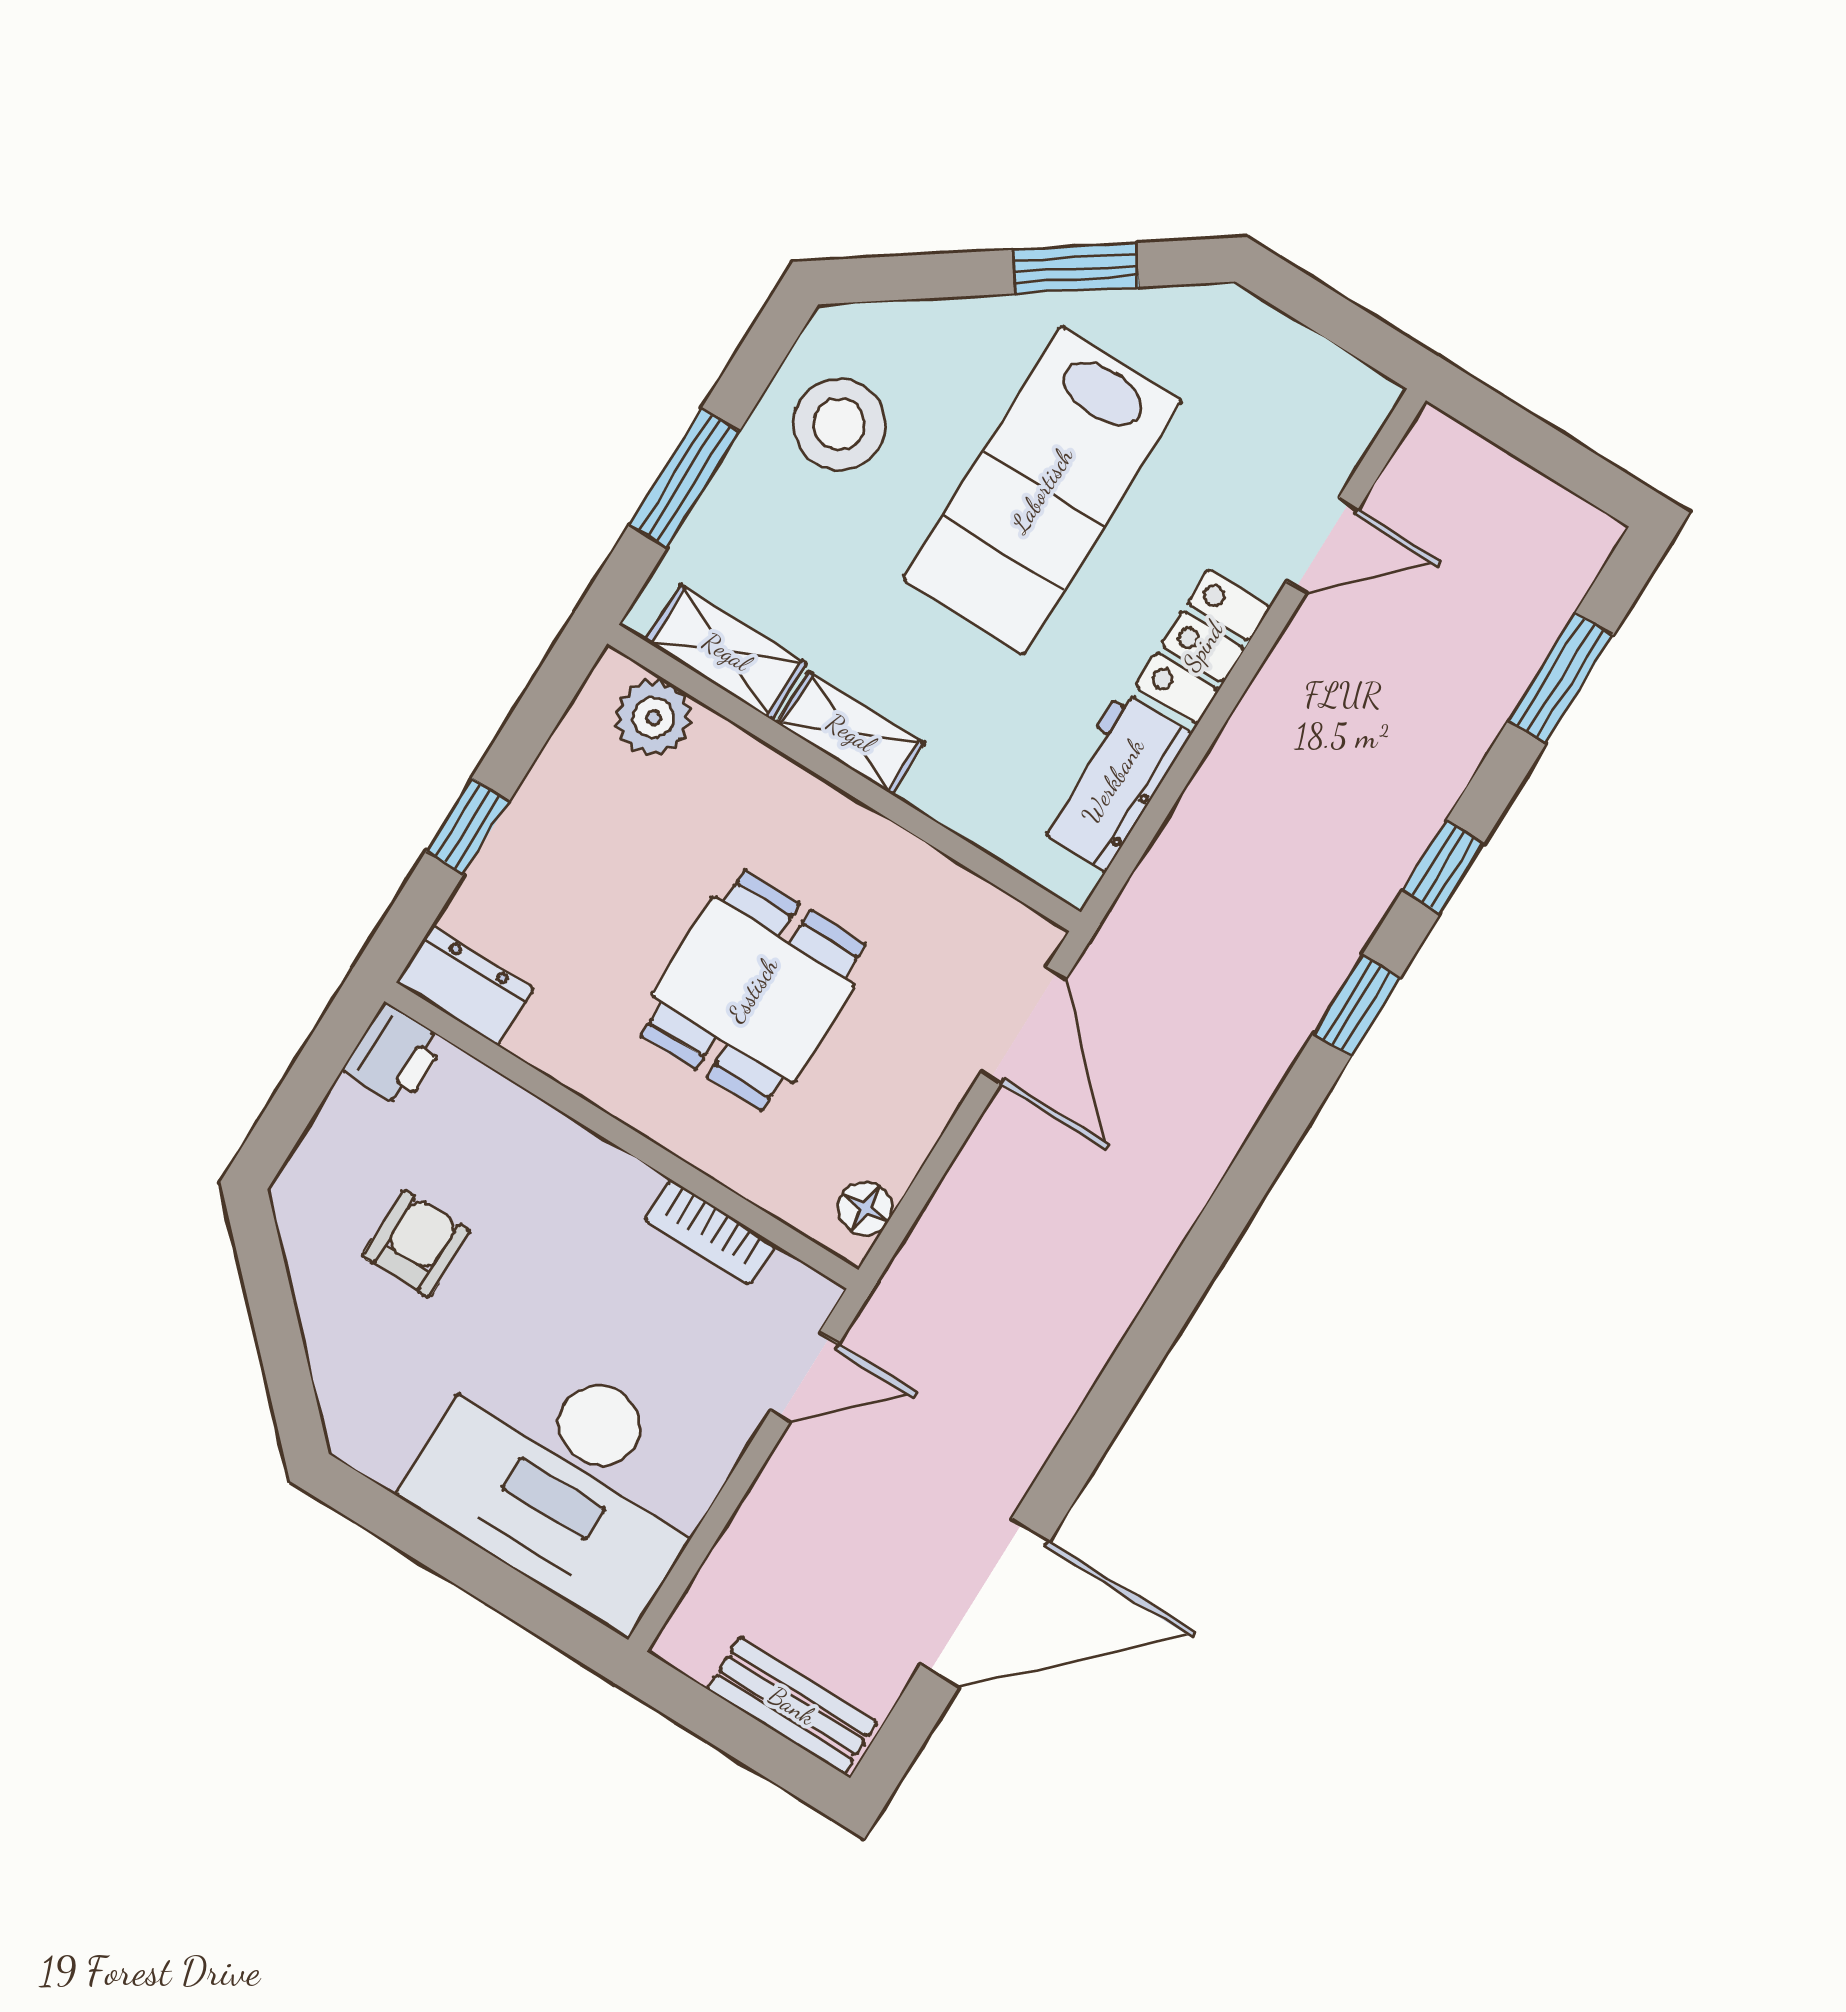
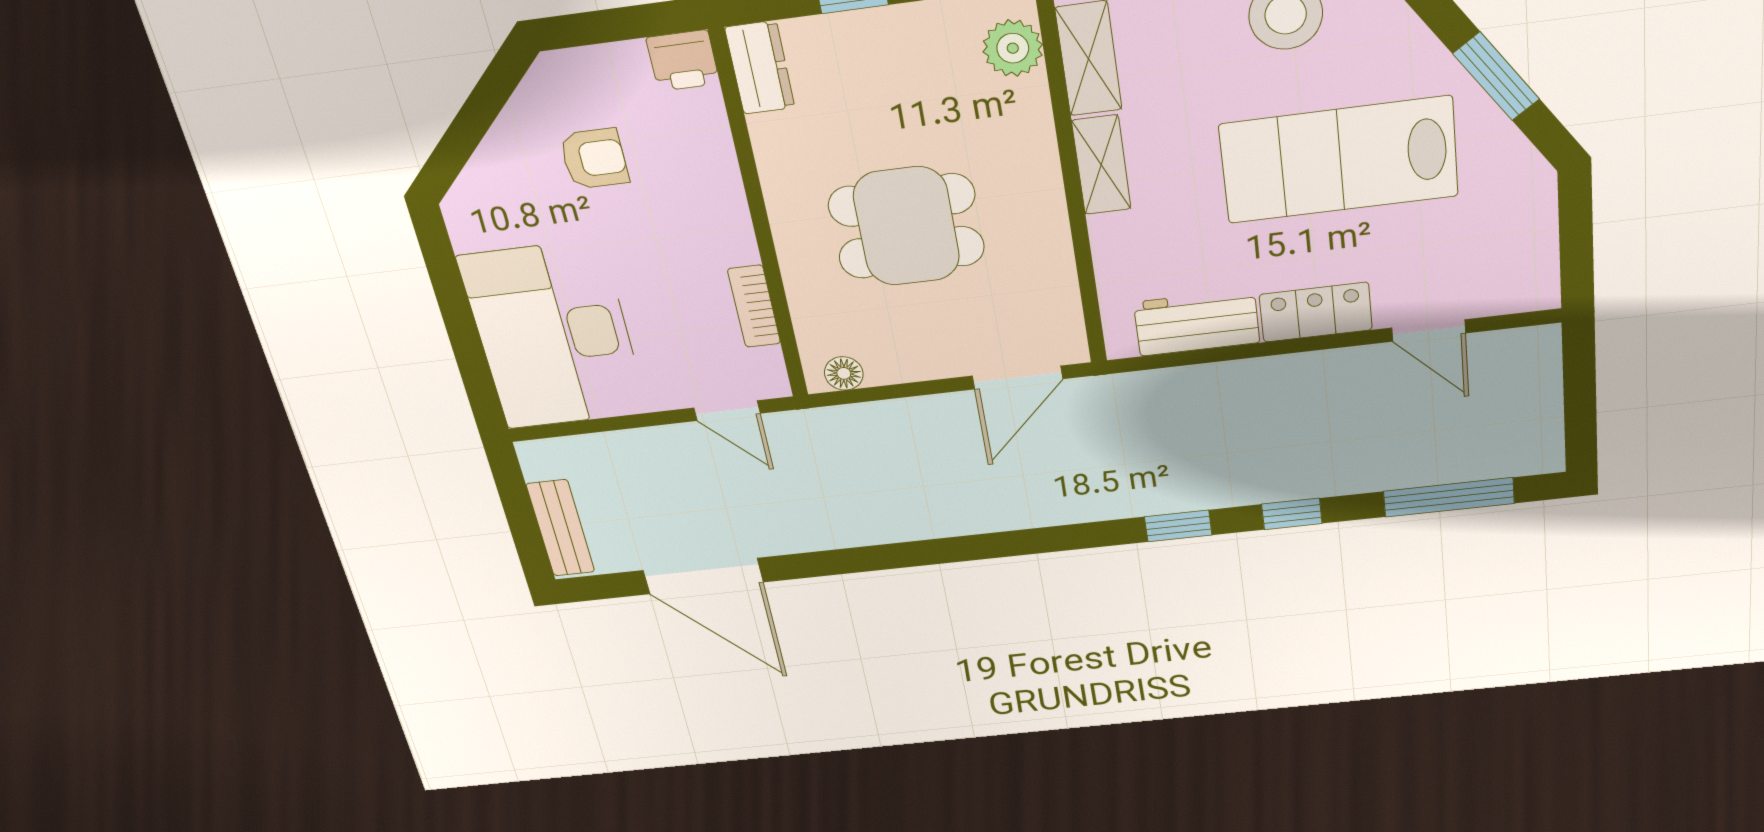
window: (1561, 678) -> (1449, 497), width x1.44

